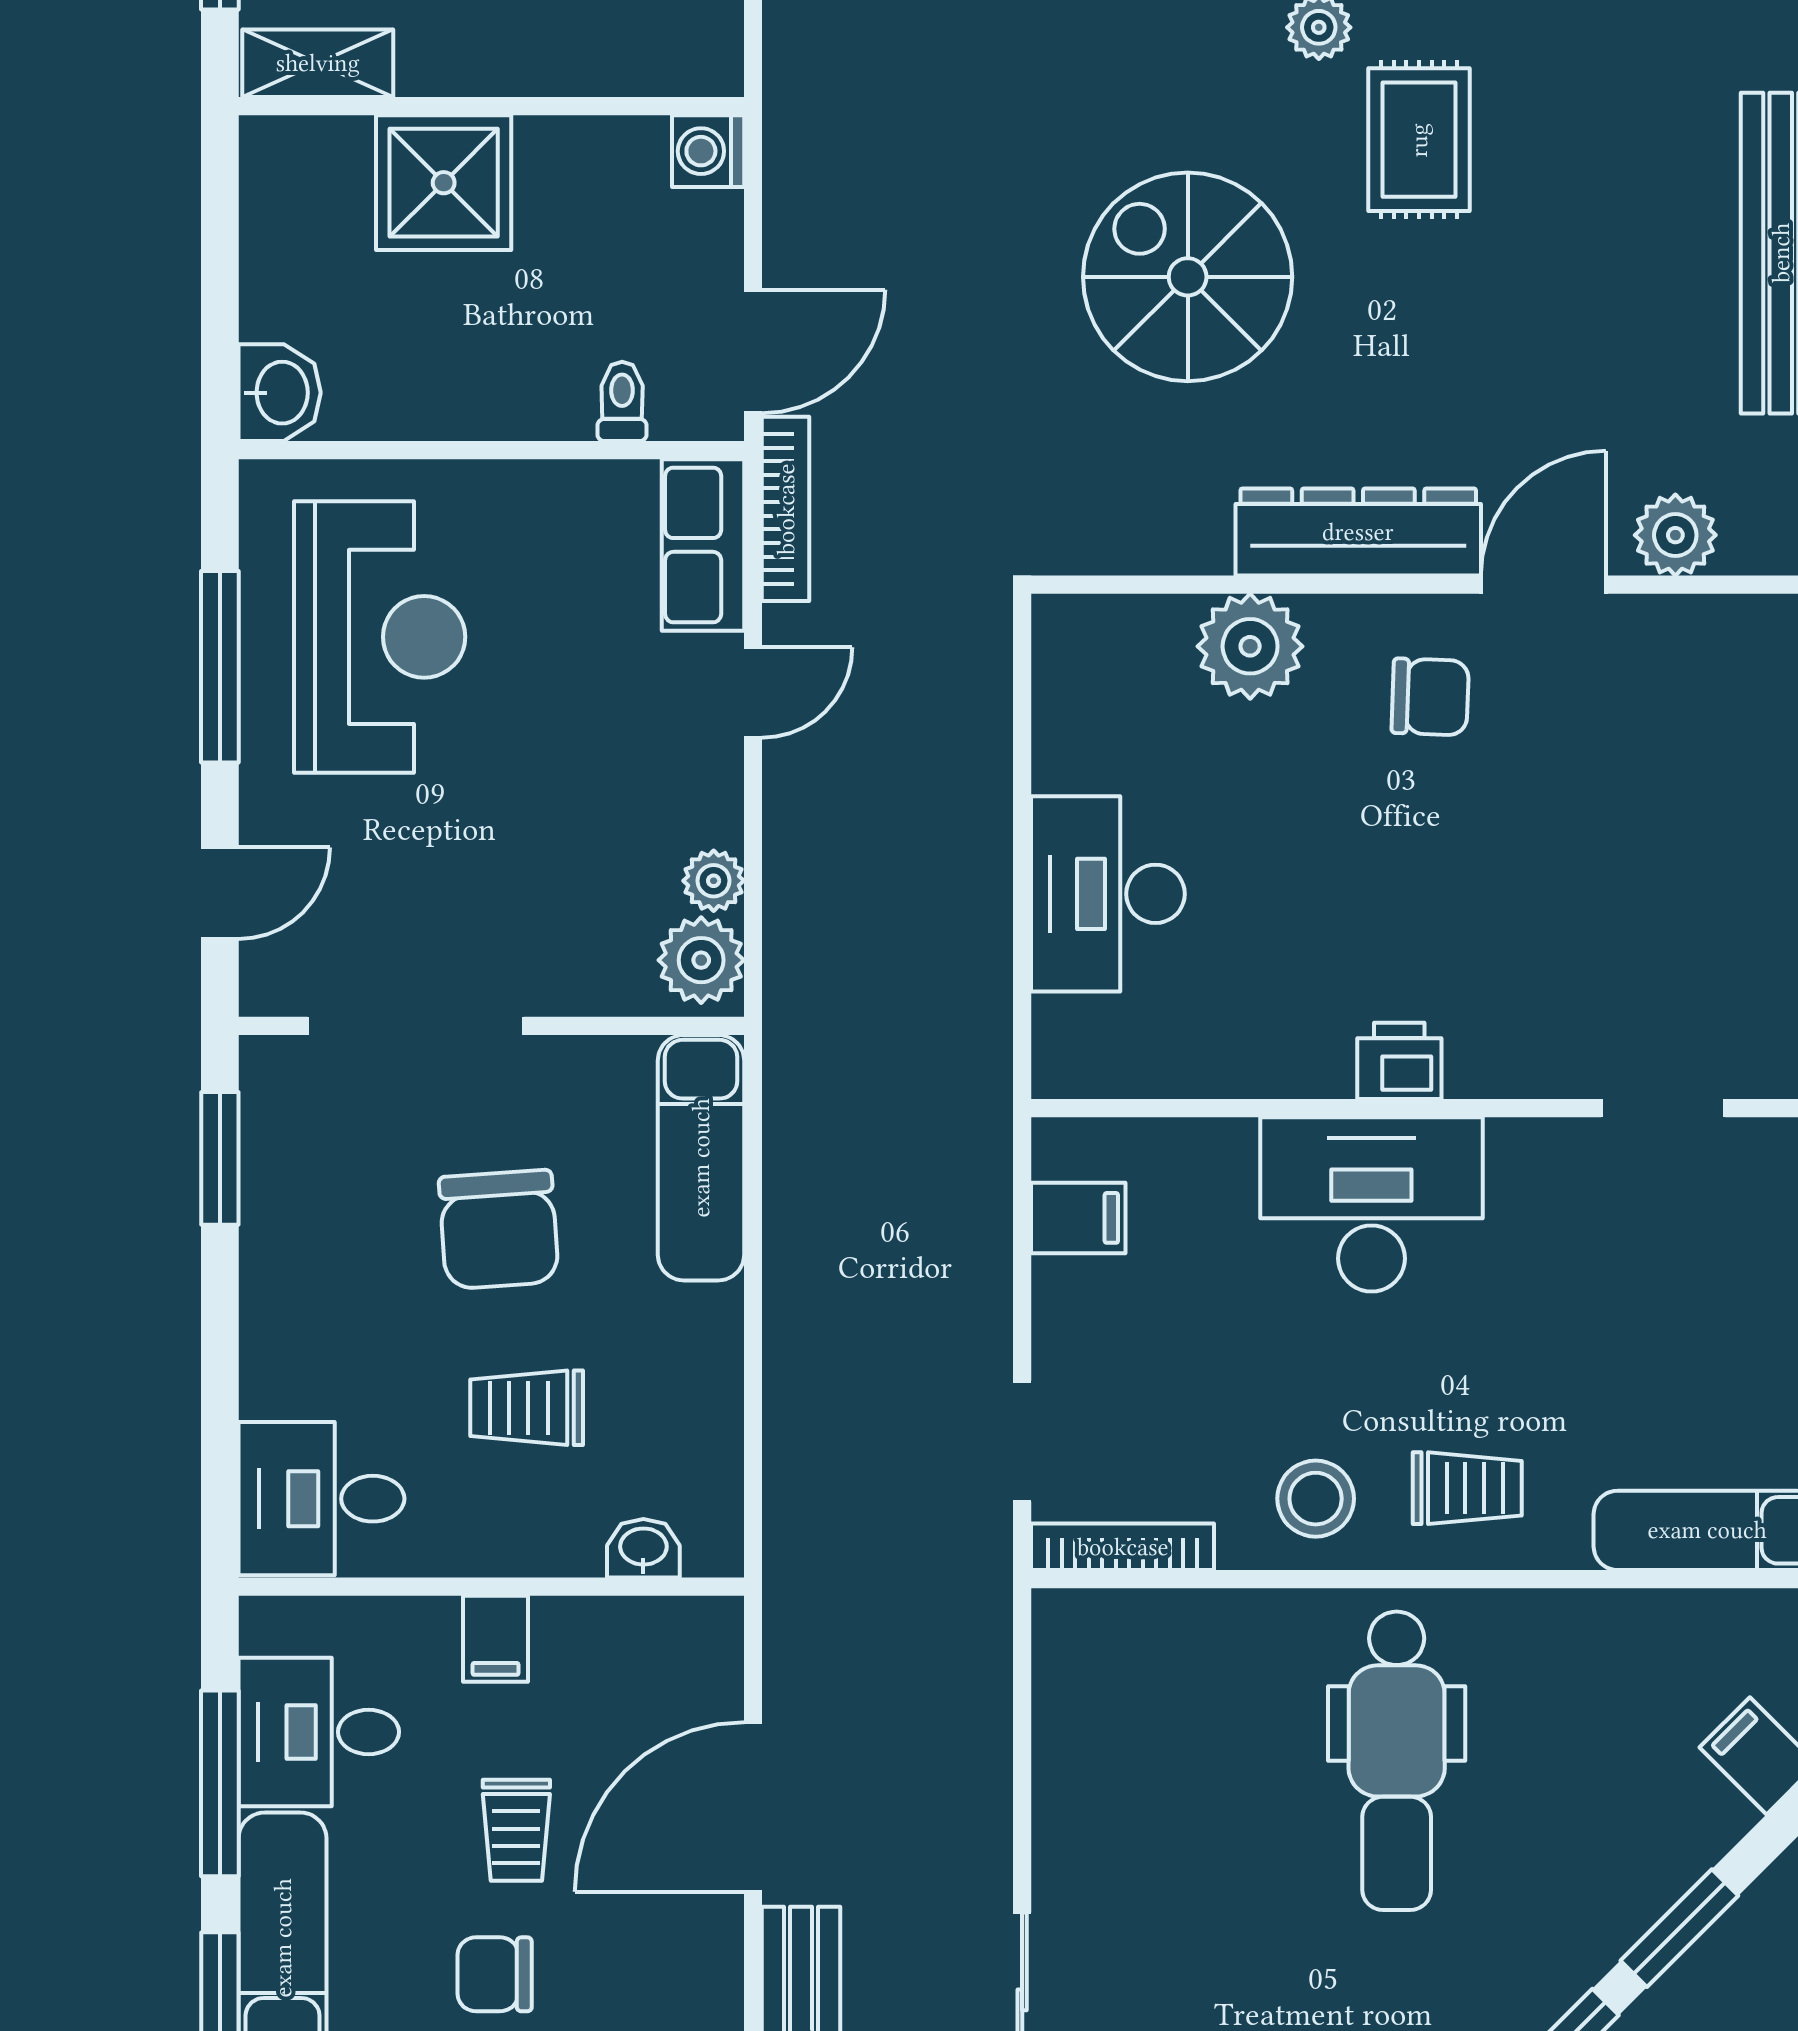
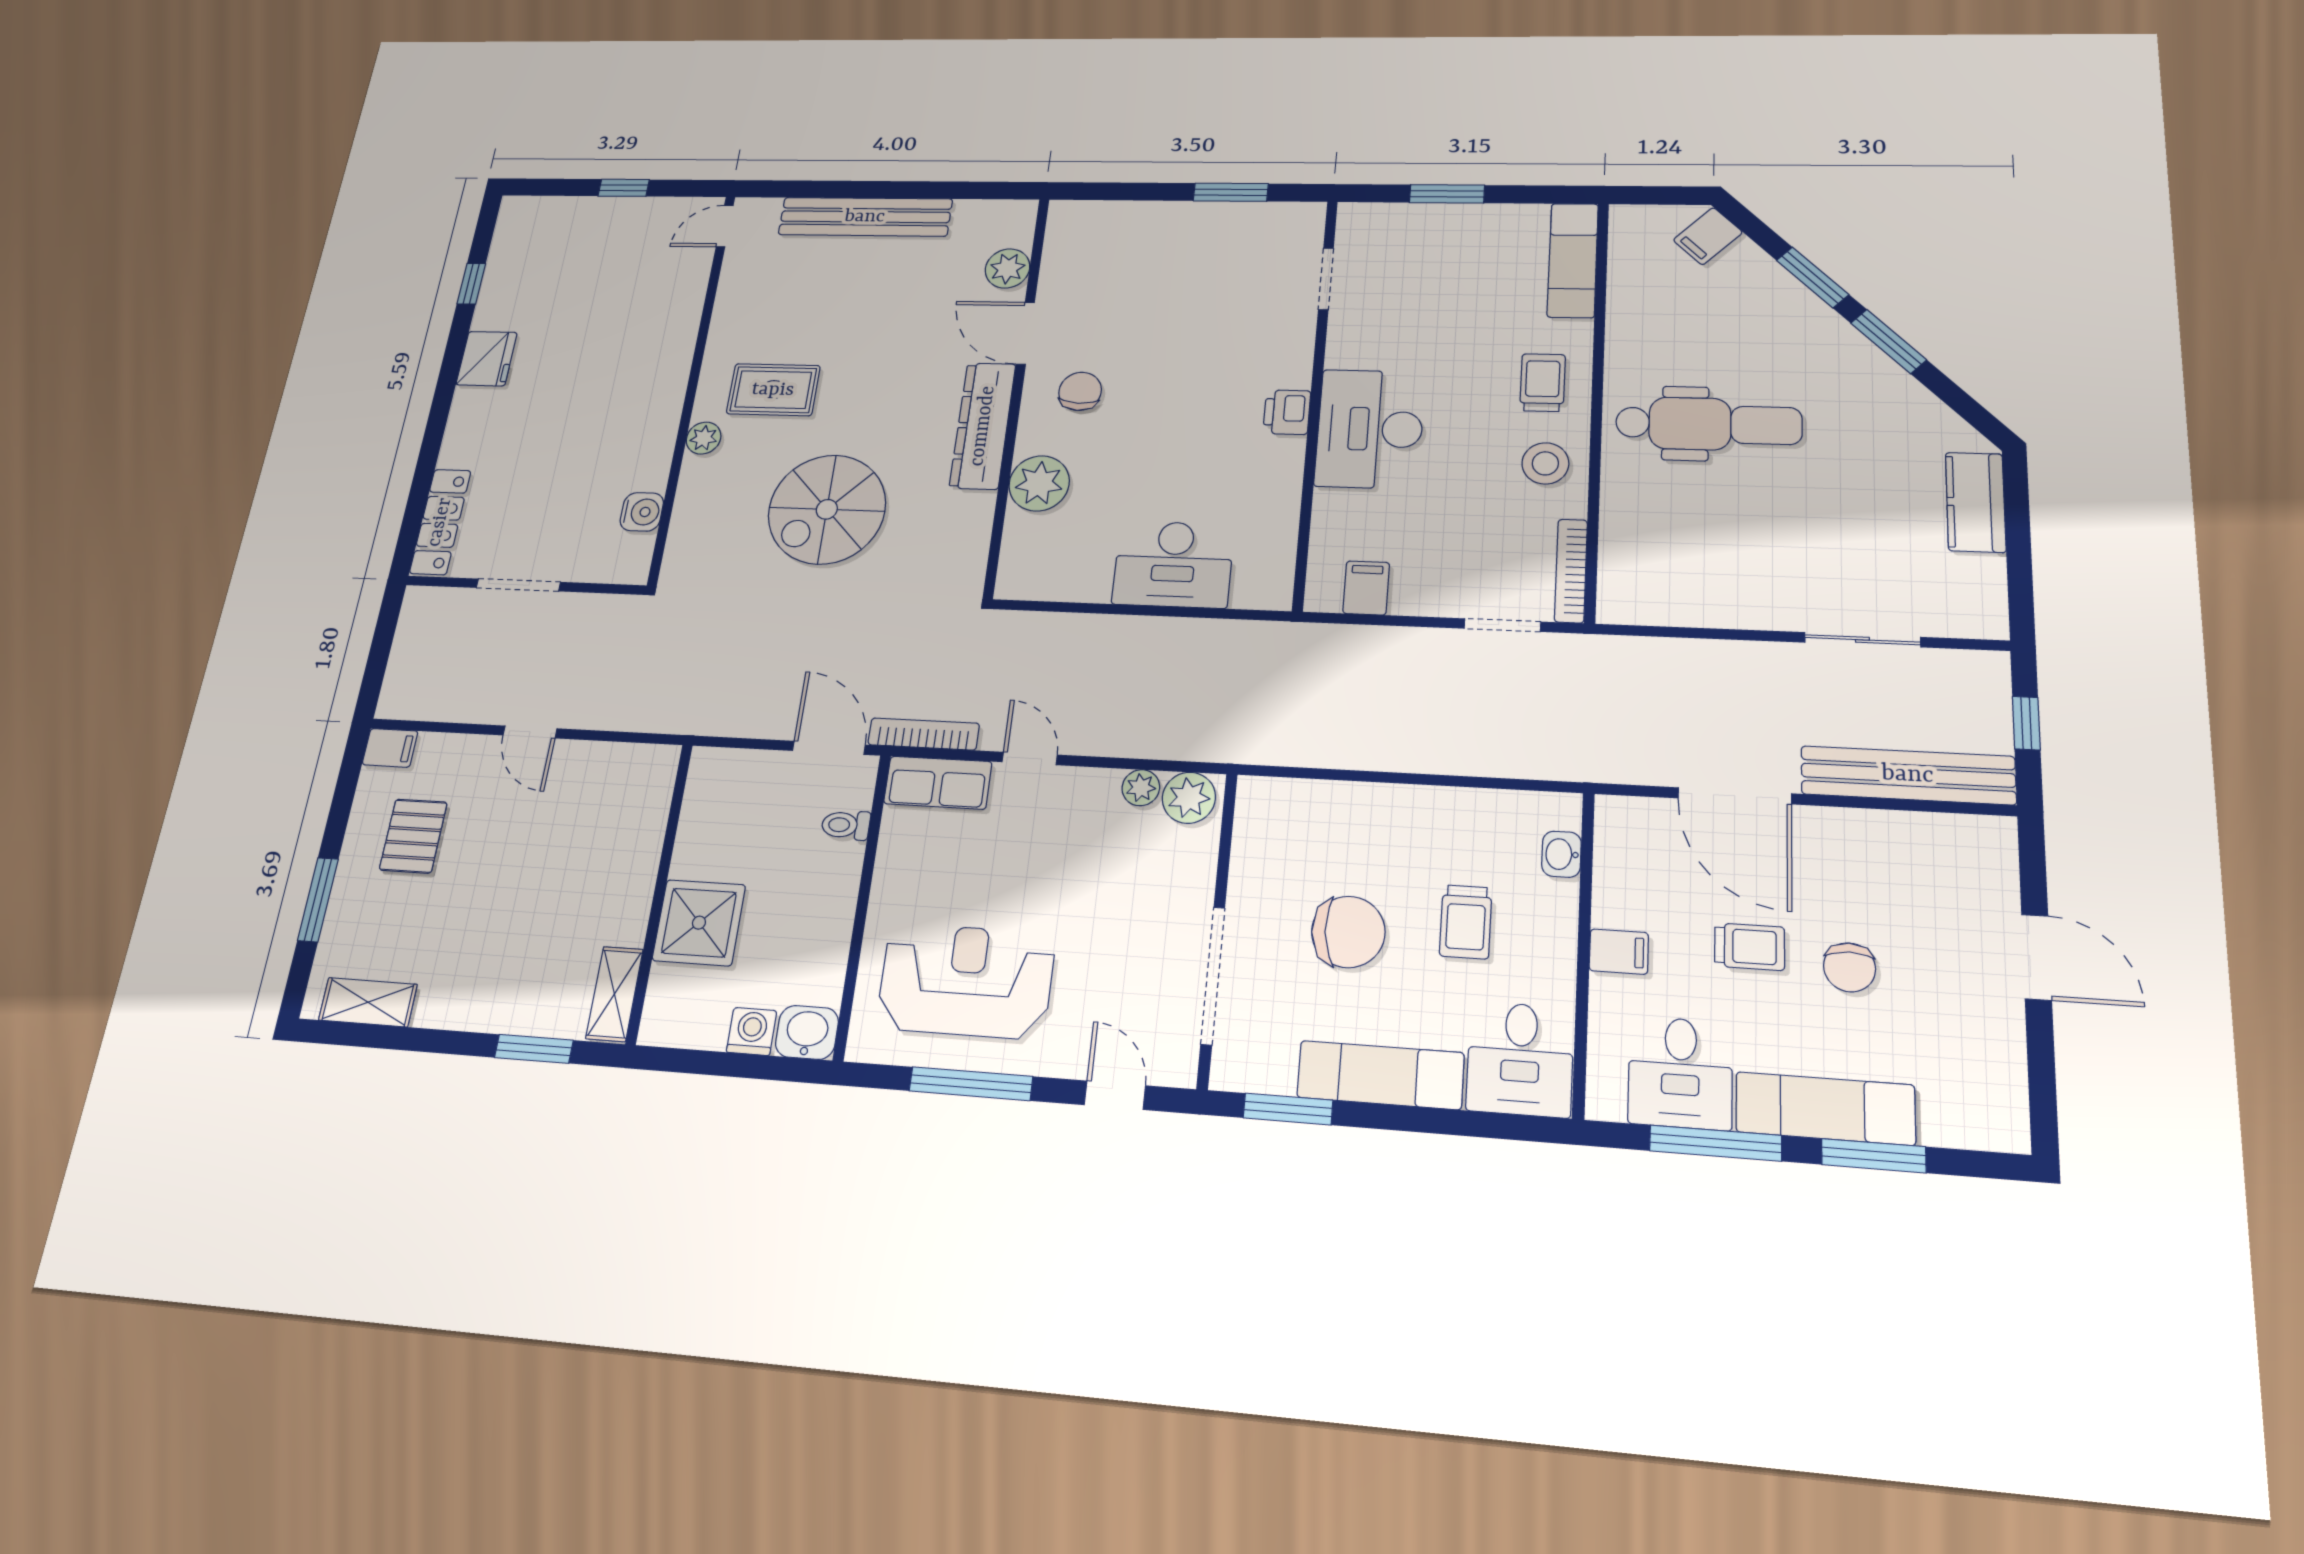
washing machine: (708, 151) -> (752, 1031), moved, turned 180
exam couch: (701, 1158) -> (1380, 1075), moved, turned 180

